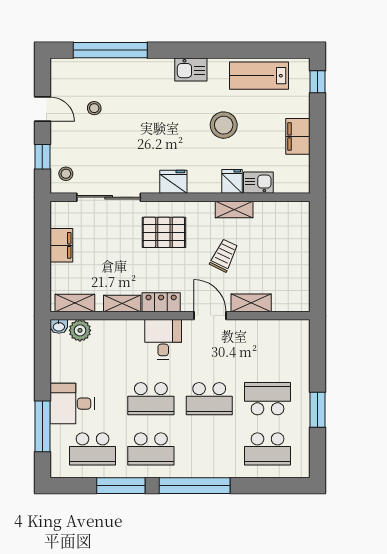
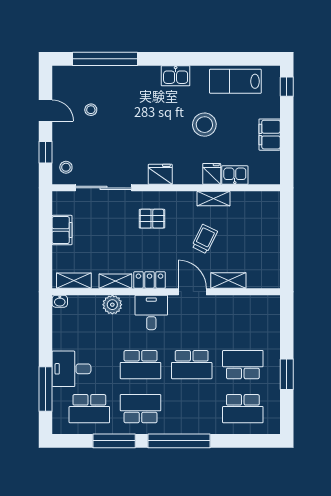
pallet: (164, 232) -> (152, 219), width x0.67, depth x0.71
plant: (80, 330) -> (112, 305), moved
school desk: (151, 449) -> (141, 409), turned 180

